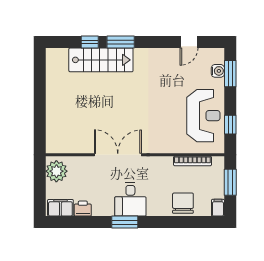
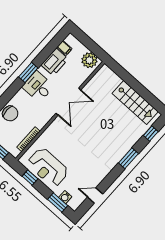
window: (90, 42) -> (151, 133), moved
door: (189, 42) -> (95, 196), hinge flipped
stairs: (101, 60) -> (135, 102), moved, turned -90
filing cabinet: (60, 208) -> (64, 48), width x0.50
printer: (83, 209) -> (55, 62), width x1.87, depth x1.48

